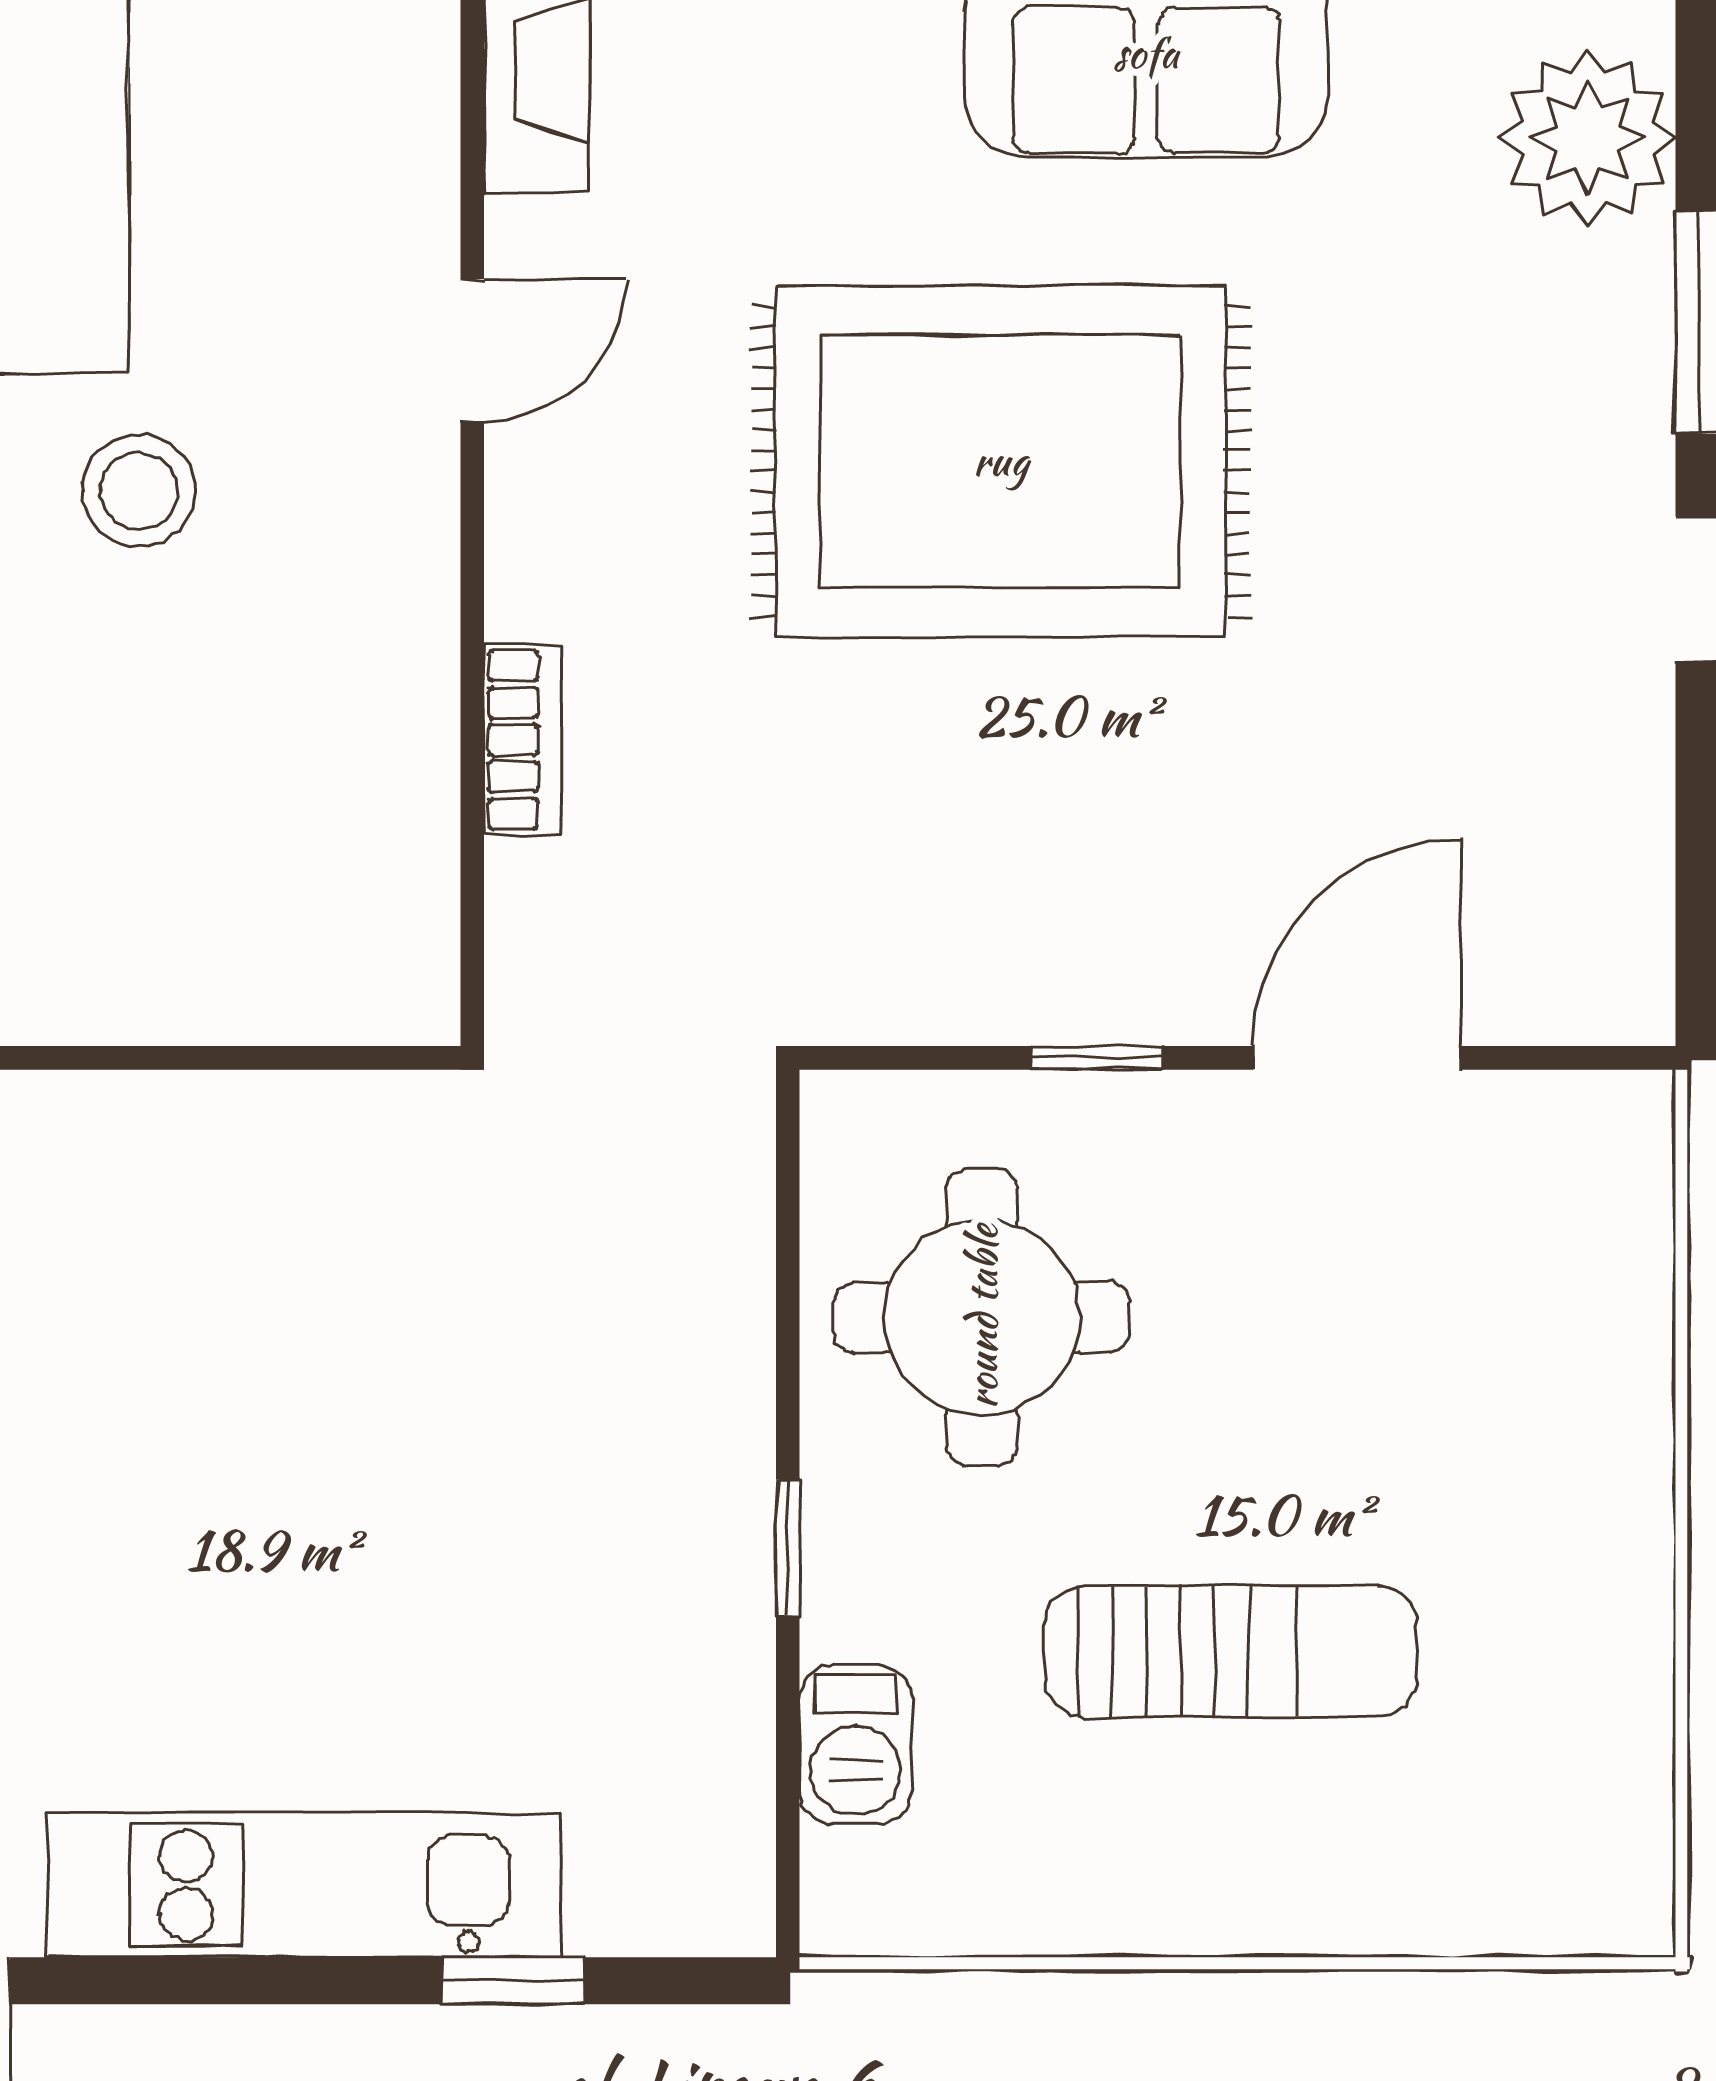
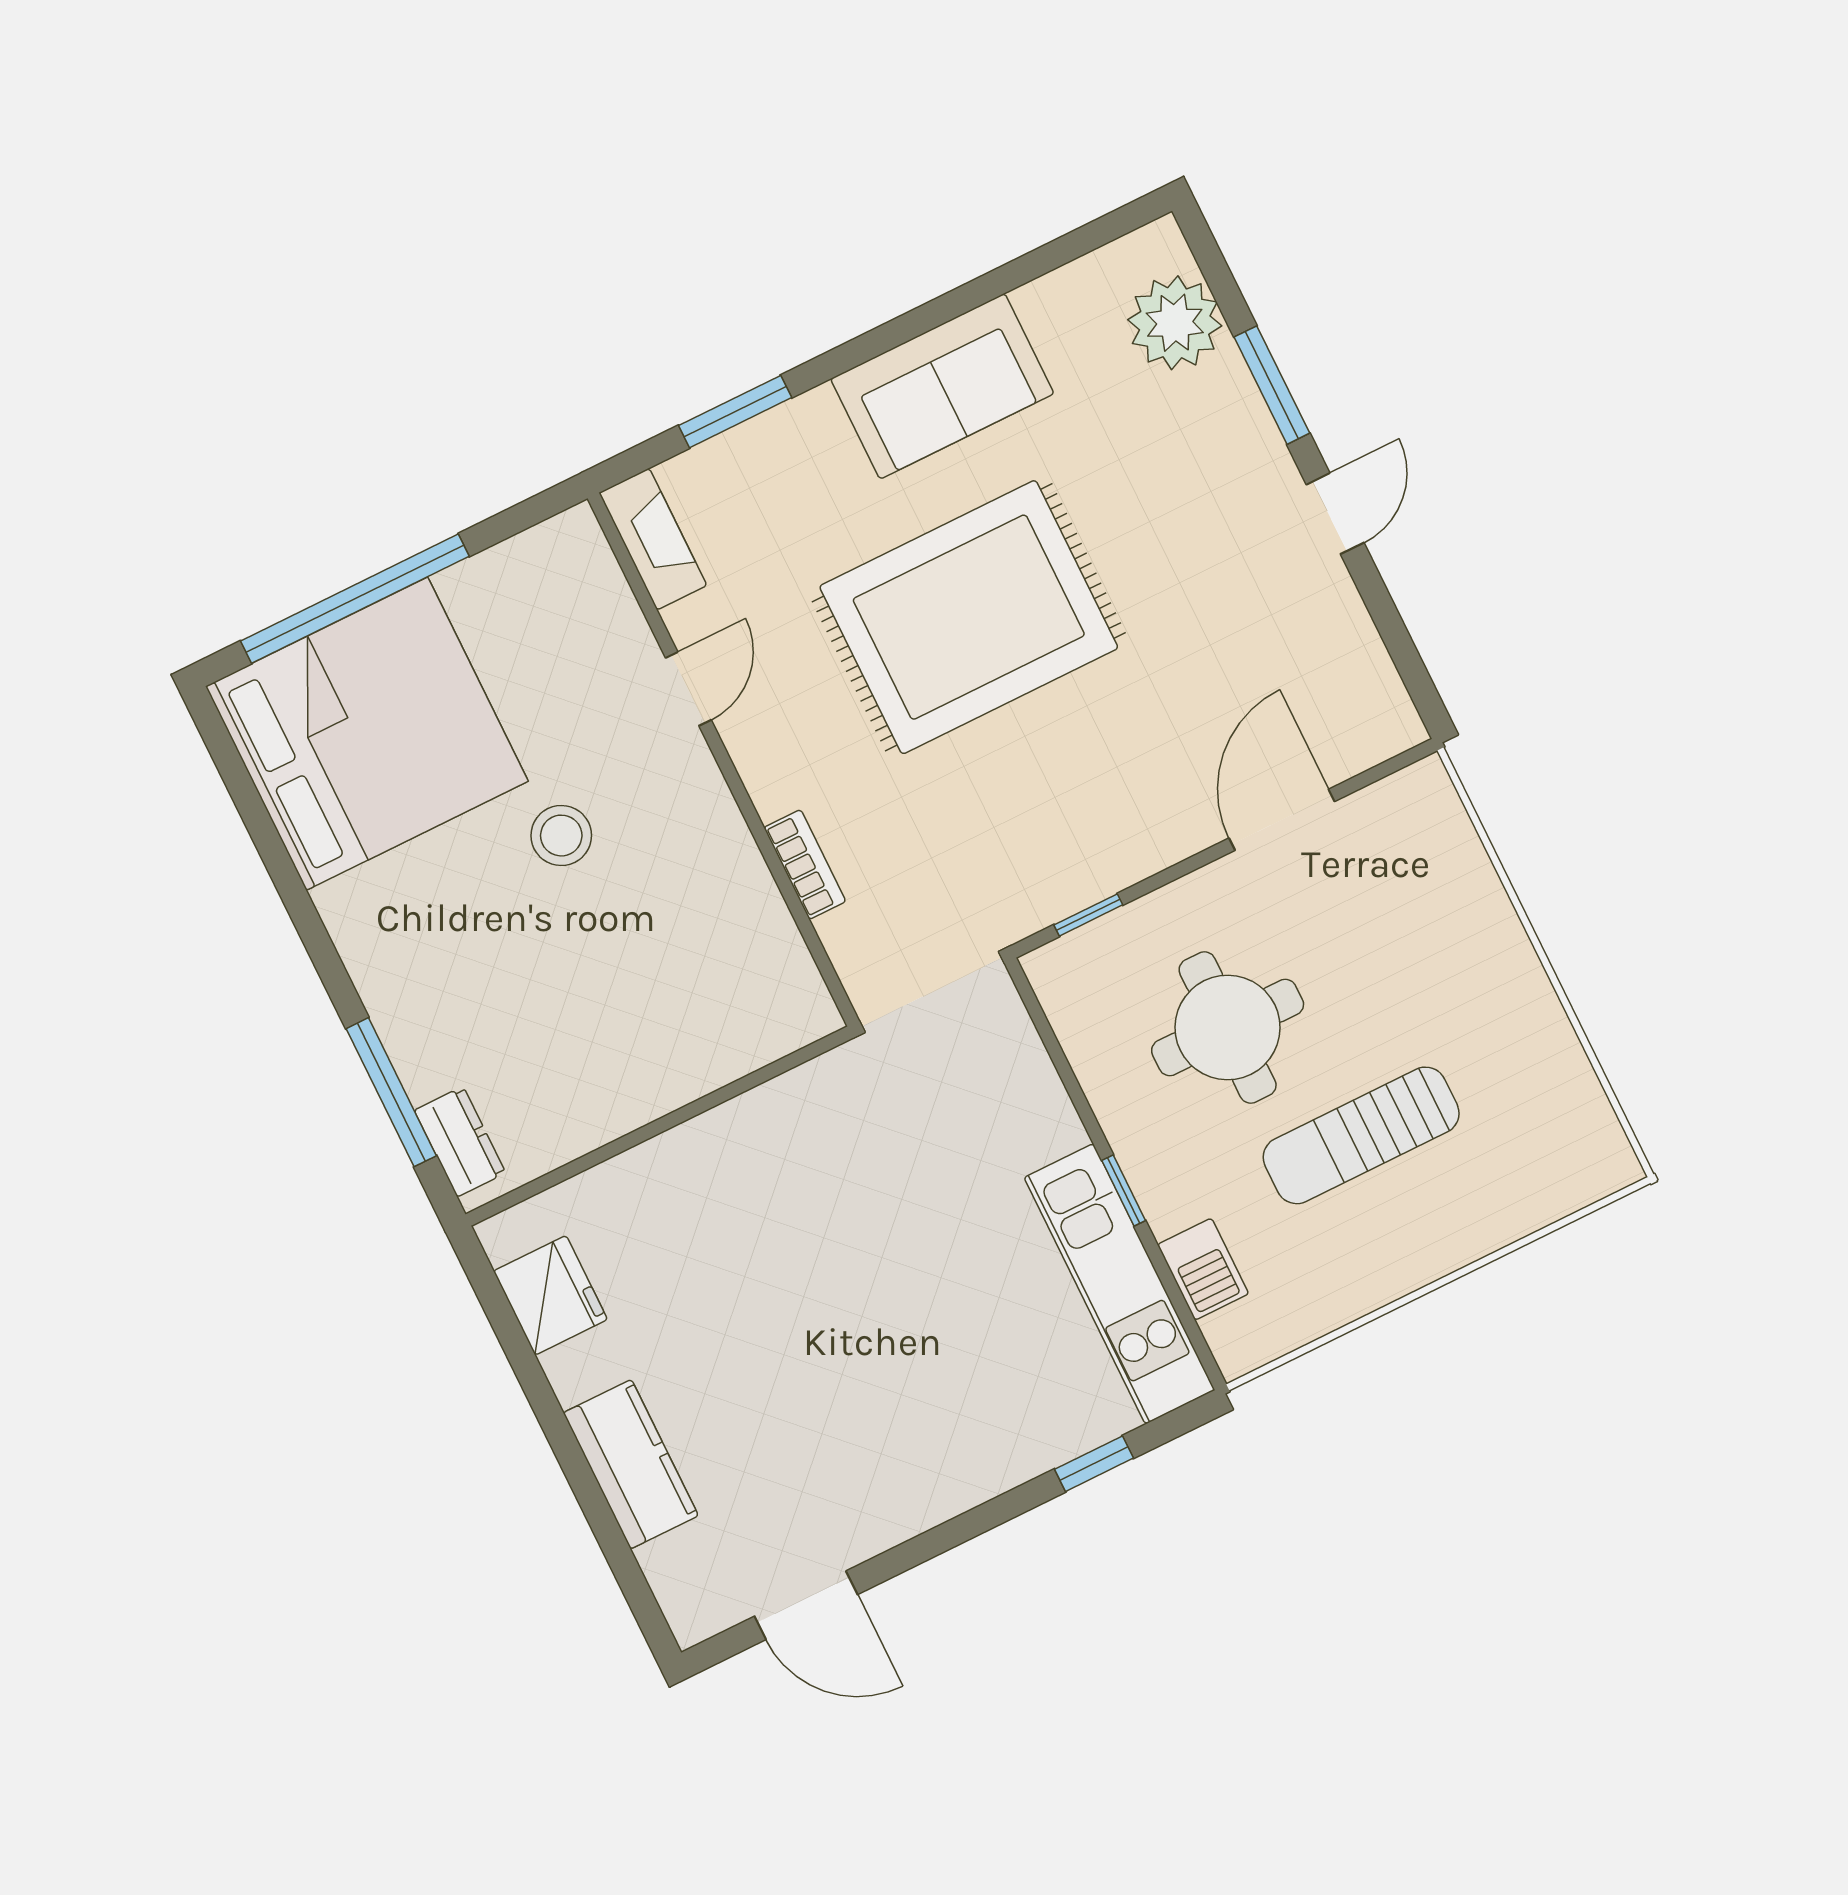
window: (1097, 1058) -> (1088, 915), moved
round table: (982, 1317) -> (1228, 1028), moved
sun lounger: (1230, 1651) -> (1361, 1135), turned 180
kitchen unit: (304, 1885) -> (1119, 1284), moved, turned -90

